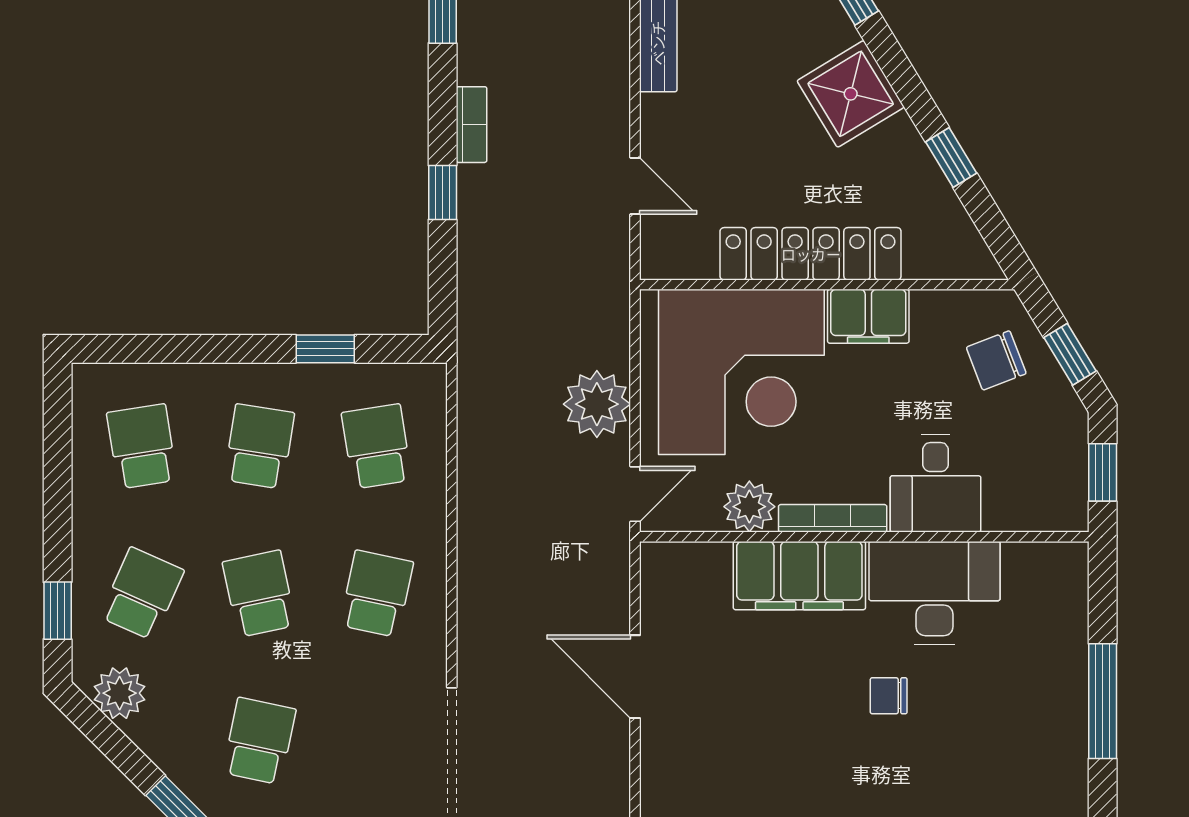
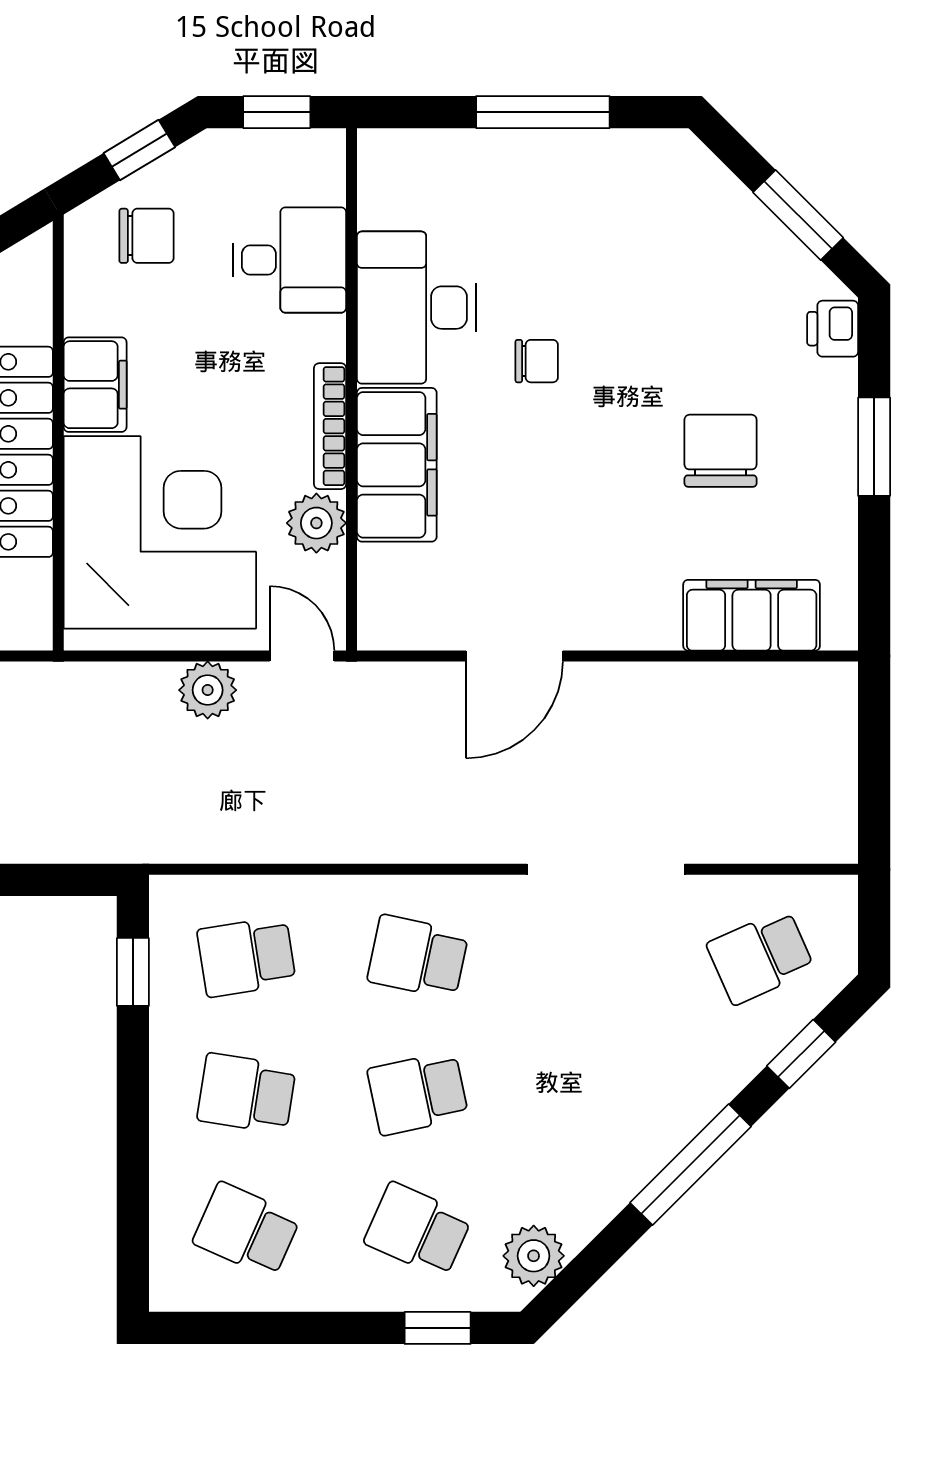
window: (325, 349) -> (133, 972), moved
chair: (996, 360) -> (146, 236), turned -69
plant: (597, 404) -> (208, 690), width x0.73, depth x0.73
school desk: (142, 446) -> (247, 1230), turned 33
desk: (936, 483) -> (289, 260), moved
chair: (889, 696) -> (537, 361), turned -90
school desk: (259, 741) -> (589, 1093), removed

